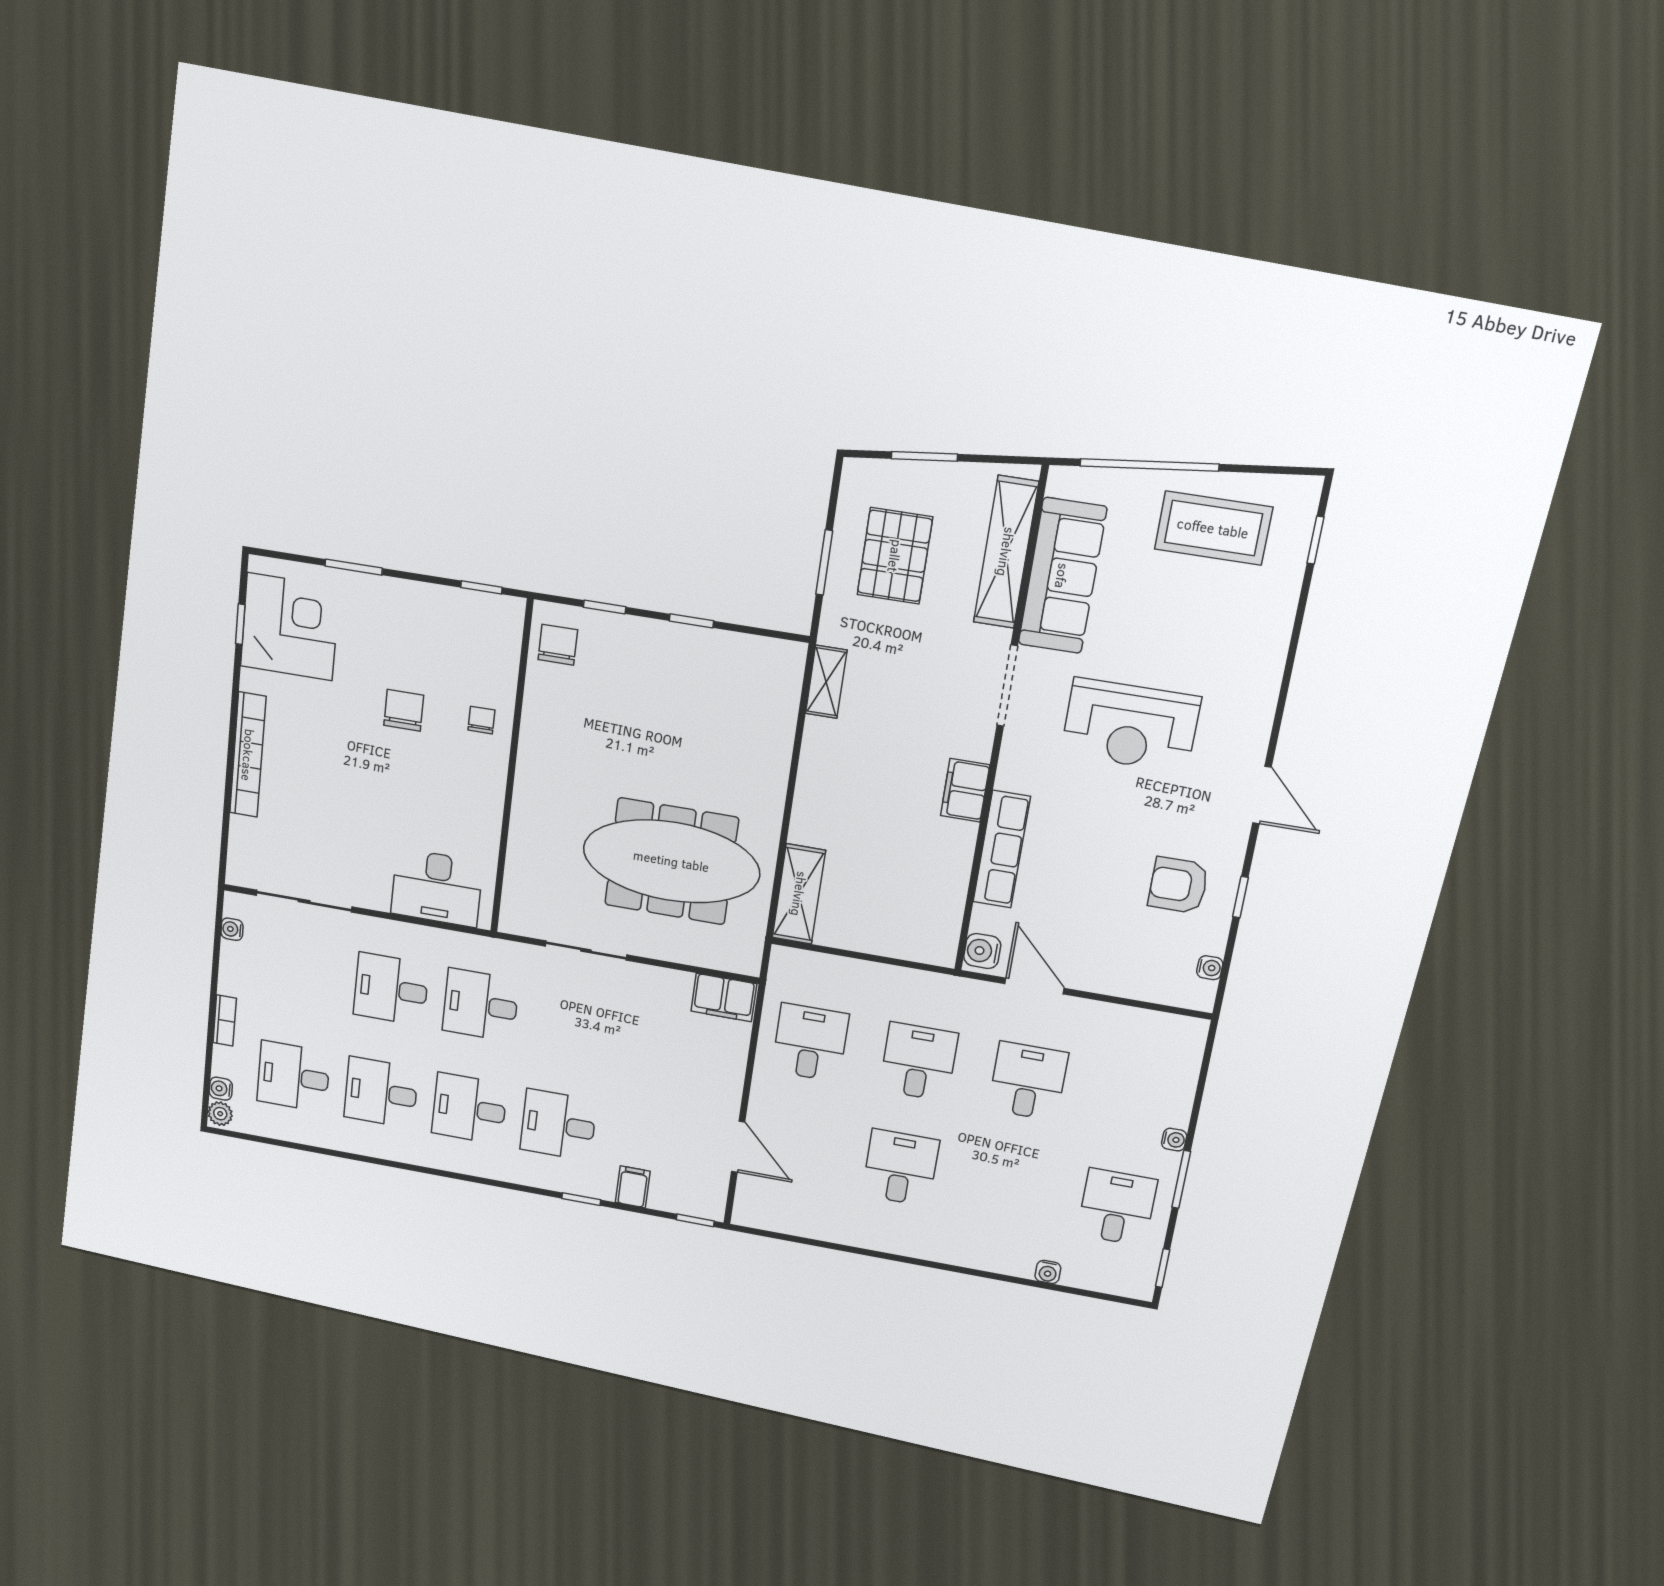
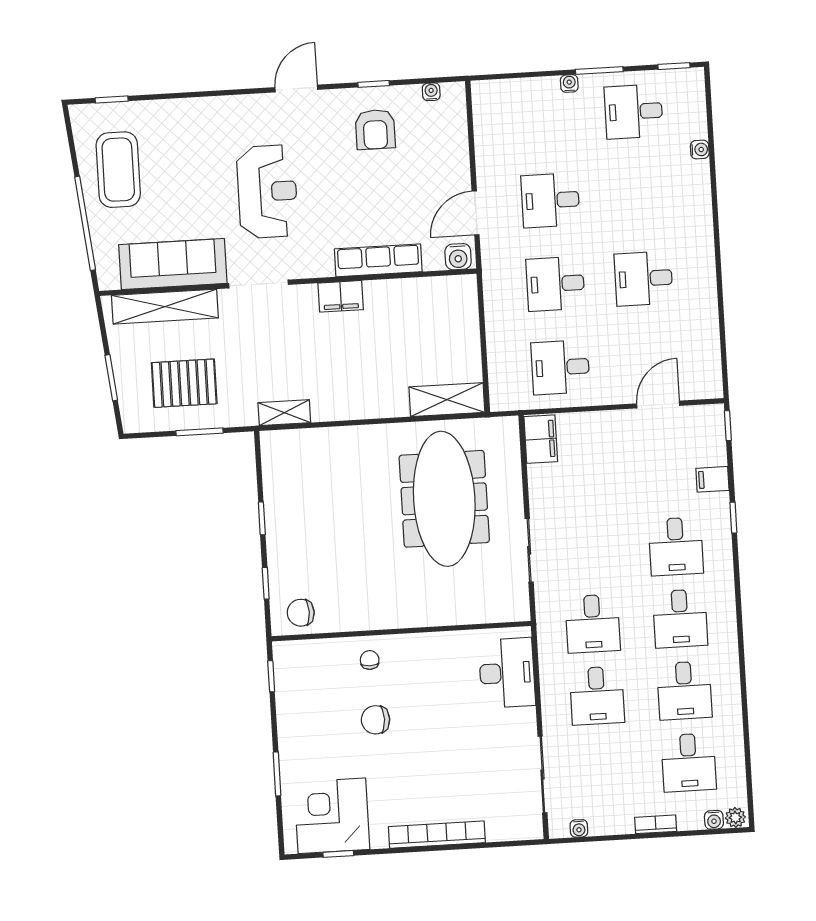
chair: (481, 720) -> (370, 660), turned 90

